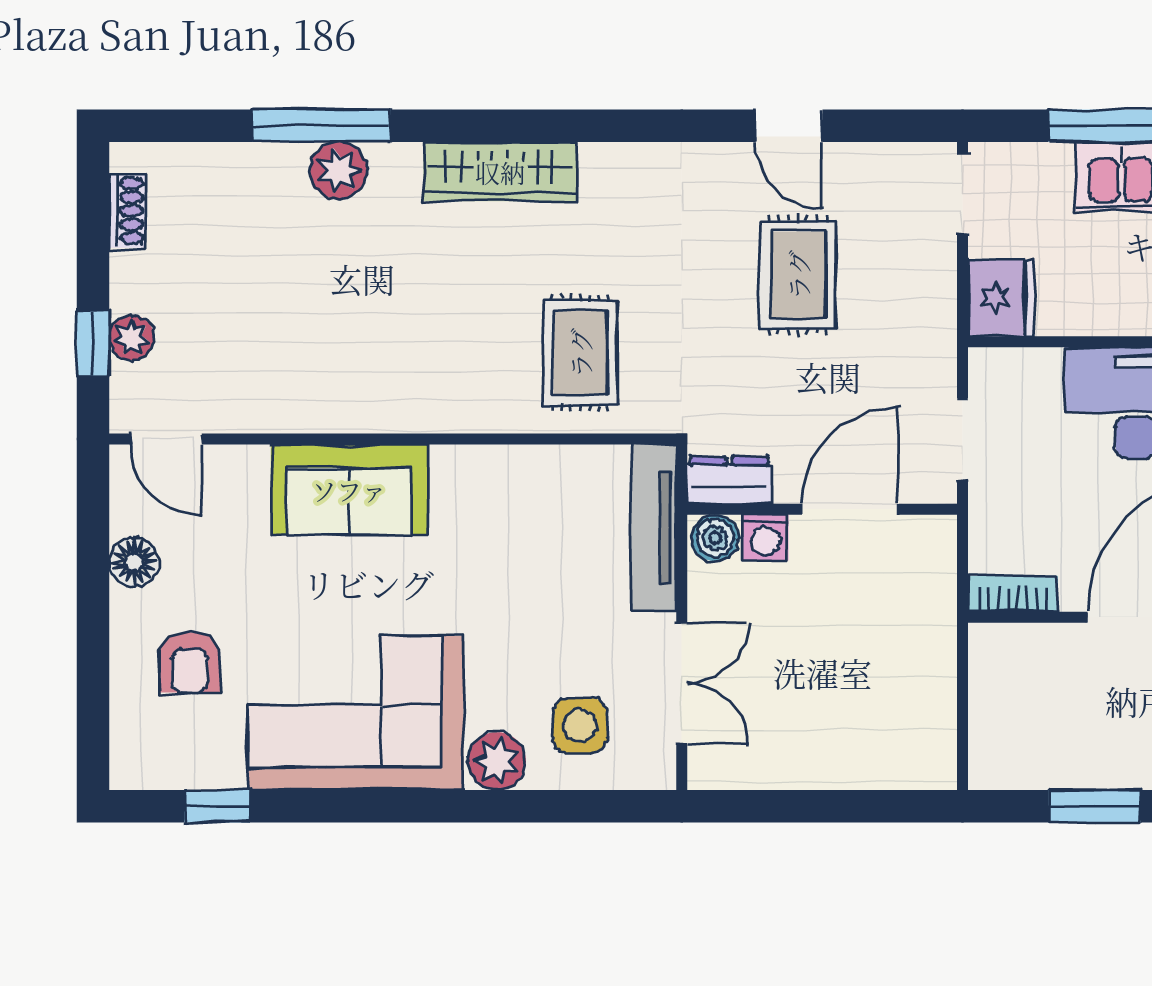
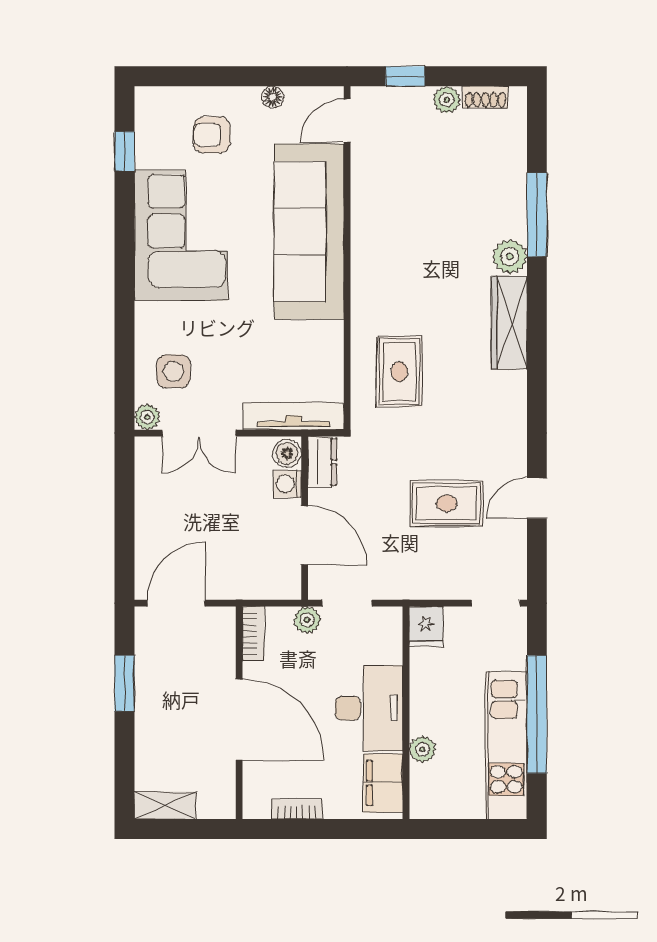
plant: (338, 171) -> (510, 257), moved
fridge: (1001, 298) -> (426, 627), width x0.72
plant: (132, 338) -> (447, 100), moved
rug: (580, 353) -> (399, 372), turned 90
sofa: (349, 490) -> (309, 231), width x1.85, depth x1.27
plant: (990, 505) -> (307, 620), added
floor lamp: (134, 562) -> (273, 97), width x0.73, depth x0.73
door: (963, 721) -> (176, 603), added
plant: (497, 761) -> (147, 417), moved, width x0.73, depth x0.73

